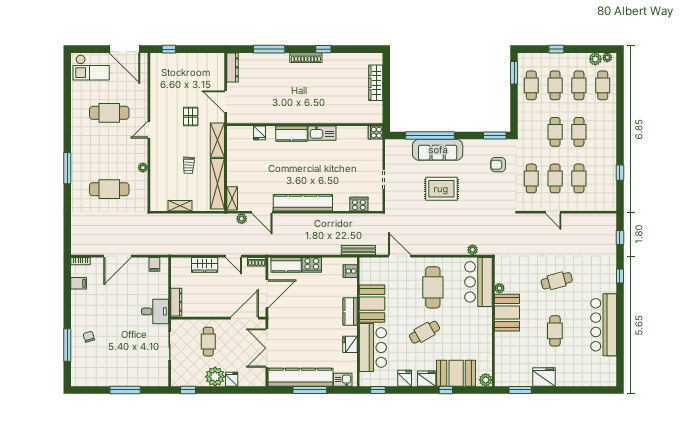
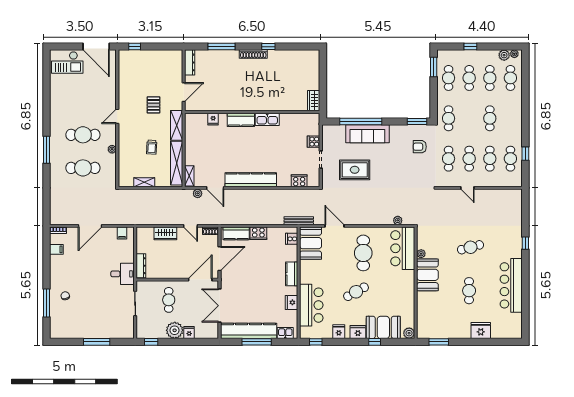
wardrobe: (376, 83) -> (314, 101), moved, width x0.67
door: (226, 102) -> (184, 92), swing flipped
cafe table: (109, 113) -> (83, 135), moved
cafe table: (555, 132) -> (449, 118), moved
cooker: (375, 133) -> (314, 142), moved
cafe table: (603, 178) -> (510, 159), added
rug: (441, 189) -> (355, 170), moved
window: (620, 238) -> (525, 210), removed
booth: (372, 304) -> (311, 243), moved
fridge: (544, 377) -> (481, 331), moved

